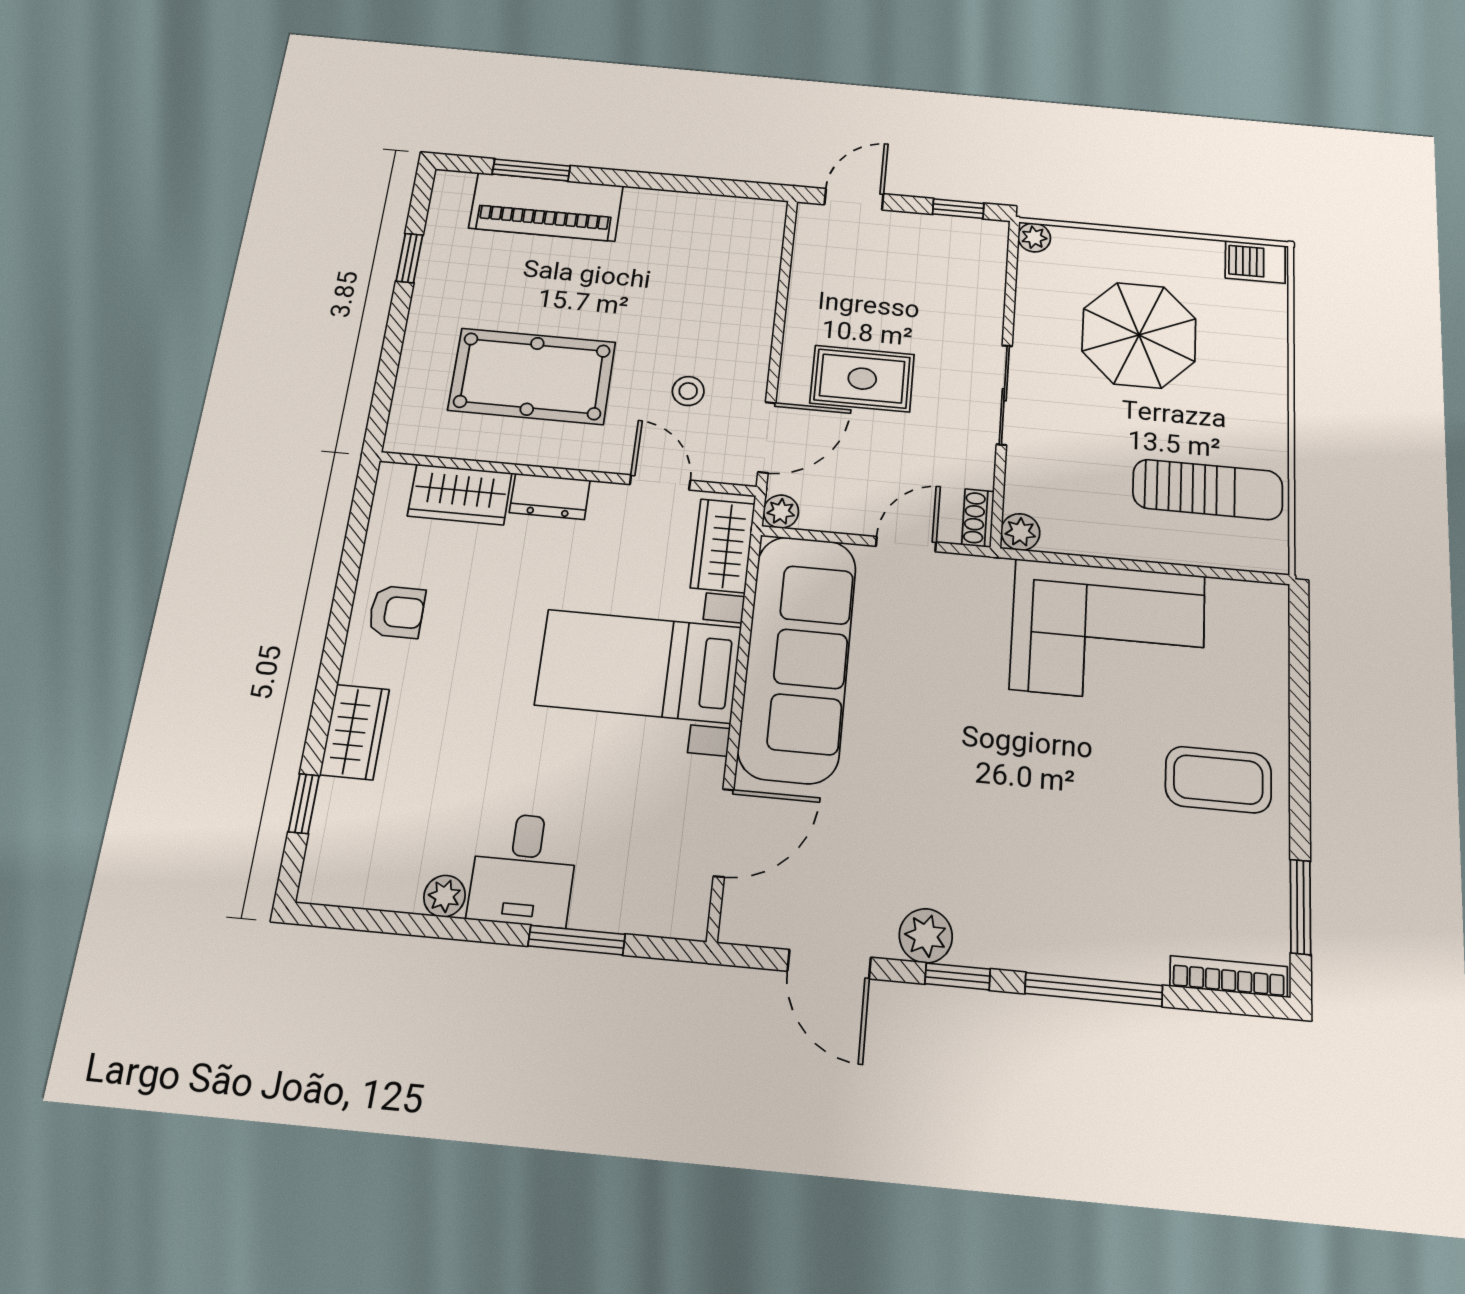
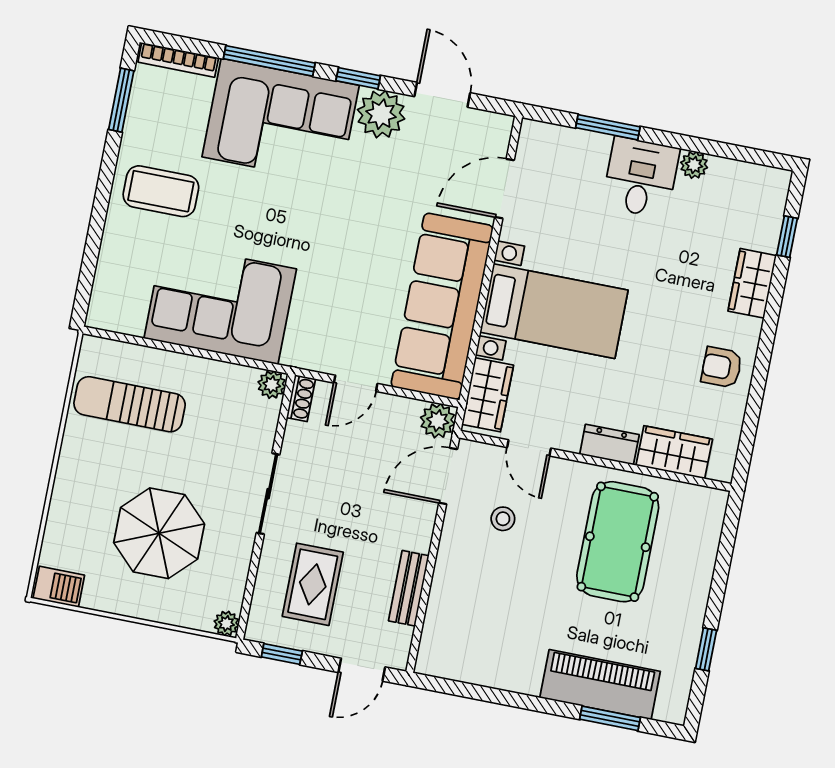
bench: (805, 297) -> (409, 588), added
pool table: (532, 376) -> (618, 542), turned 90
rug: (862, 379) -> (313, 584), moved, turned 90
plant: (781, 512) -> (438, 421), width x1.38, depth x1.38
corner sofa: (1063, 900) -> (281, 121), added
plant: (926, 936) -> (381, 114), width x1.36, depth x1.36

